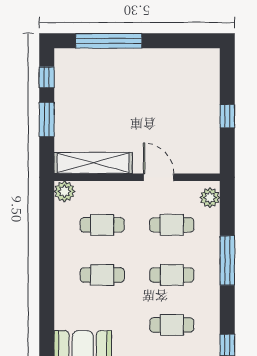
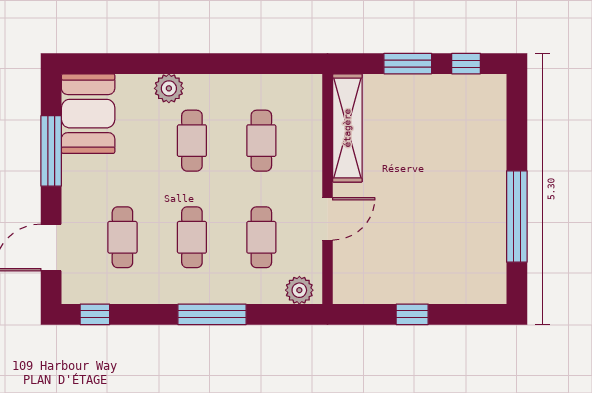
window: (109, 41) -> (517, 217), moved
plant: (64, 191) -> (169, 88), moved

